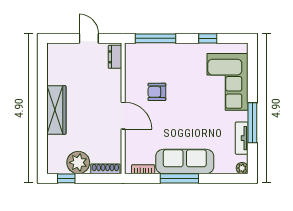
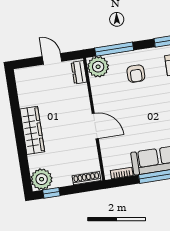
plant: (136, 54) -> (98, 67), added
armchair: (157, 92) -> (136, 74), moved, turned -90
plant: (78, 163) -> (42, 179), moved

